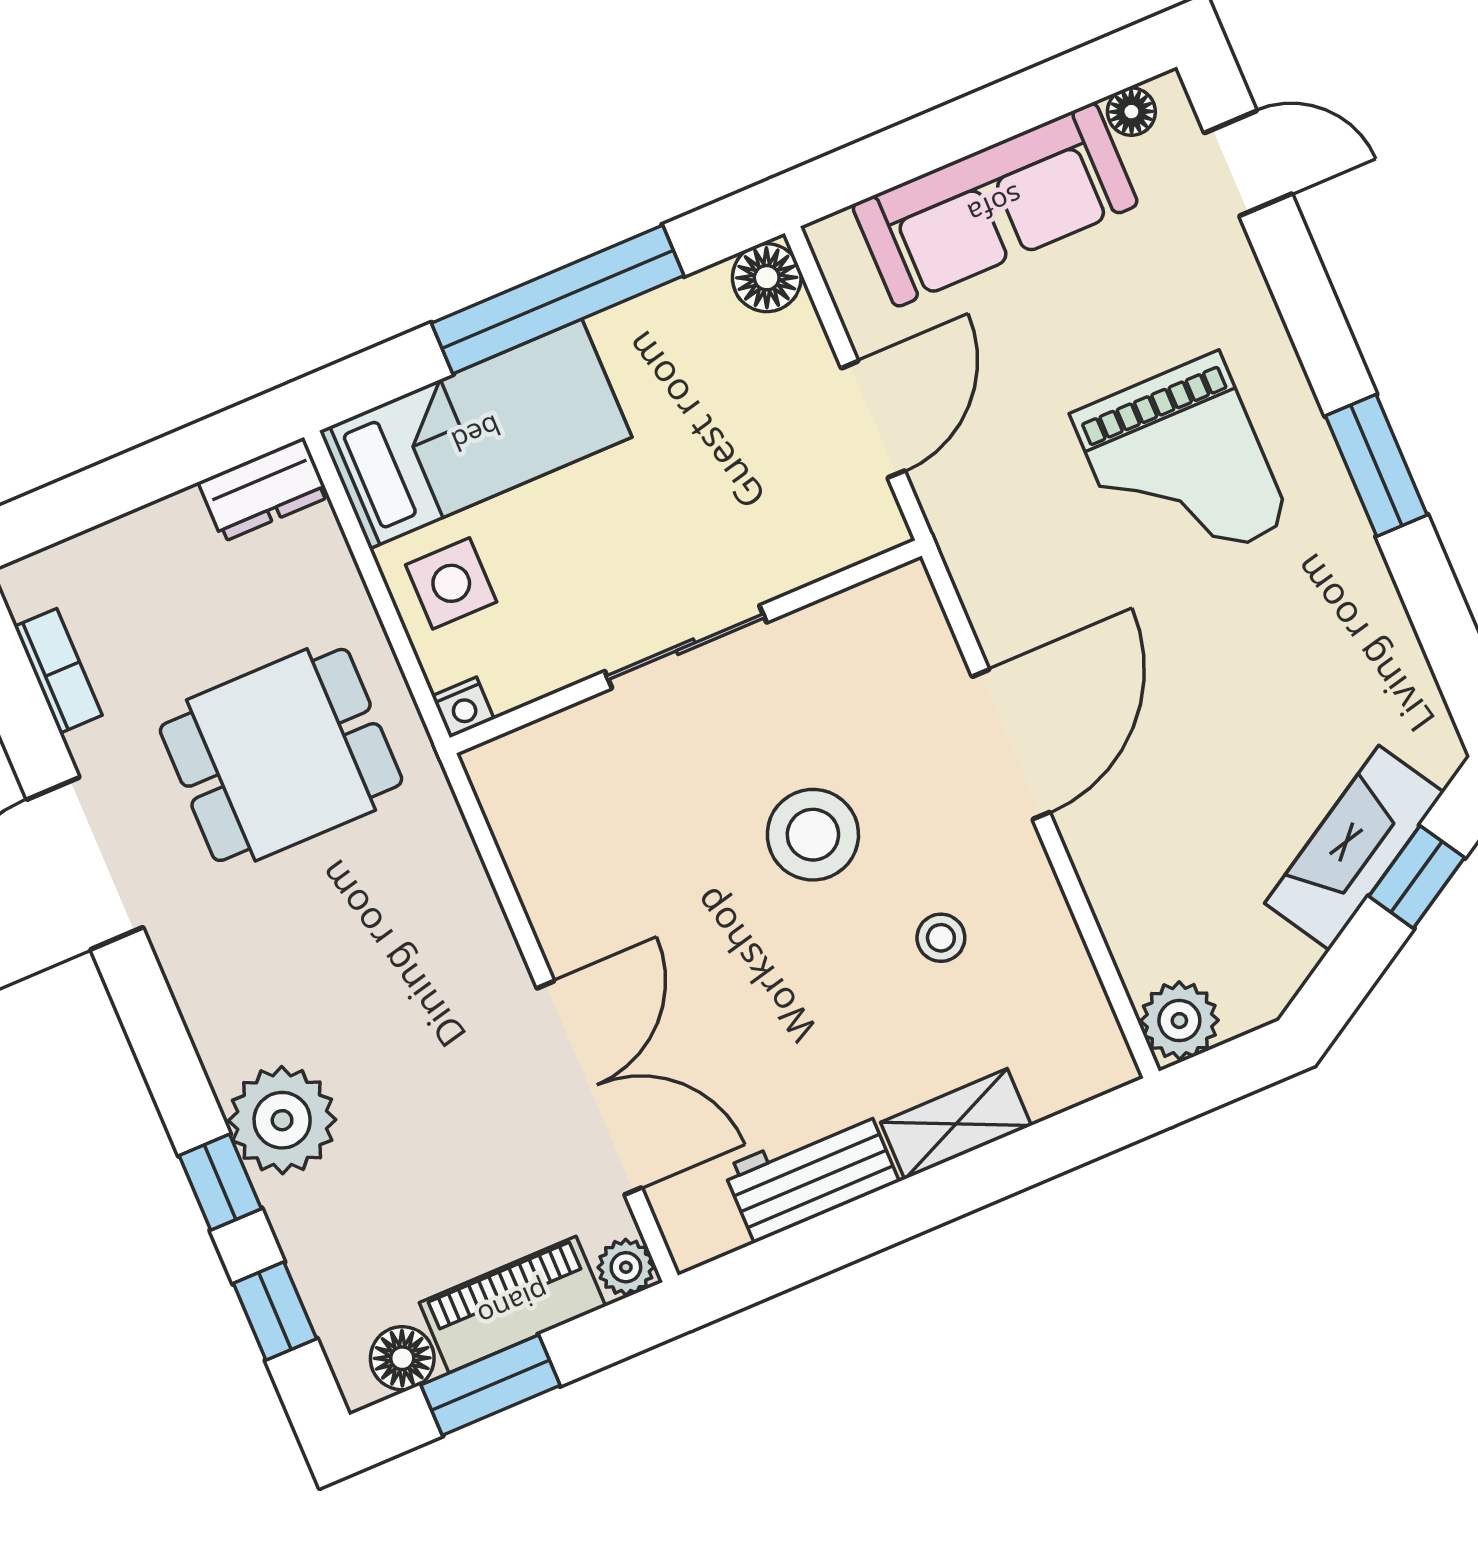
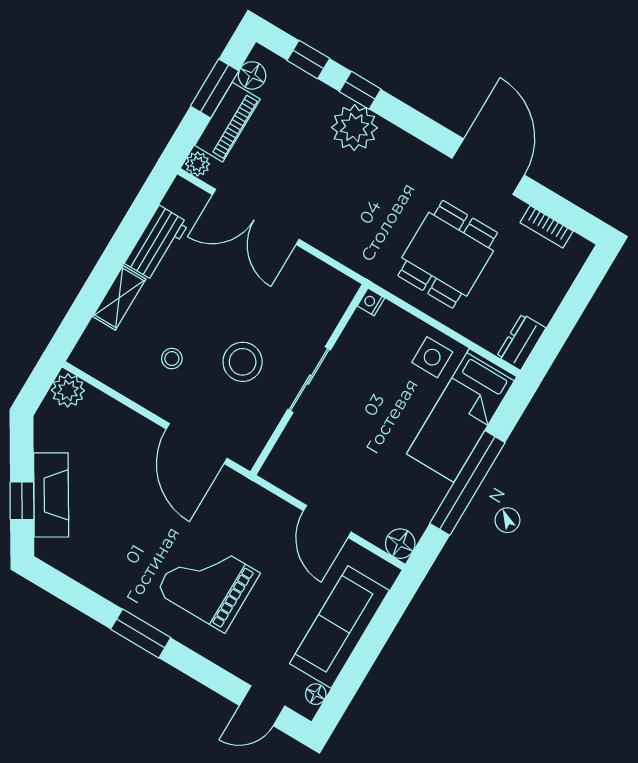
sliding door: (686, 647) -> (309, 380), moved
wall: (686, 647) -> (309, 380), moved
nightstand: (463, 707) -> (371, 302), moved

